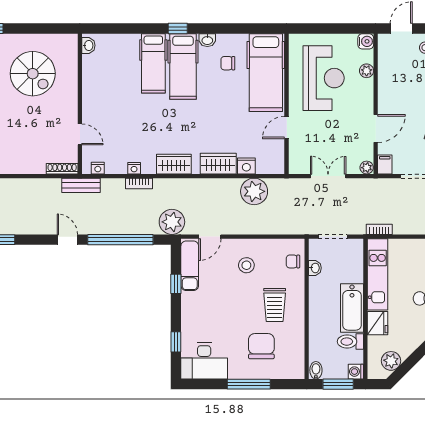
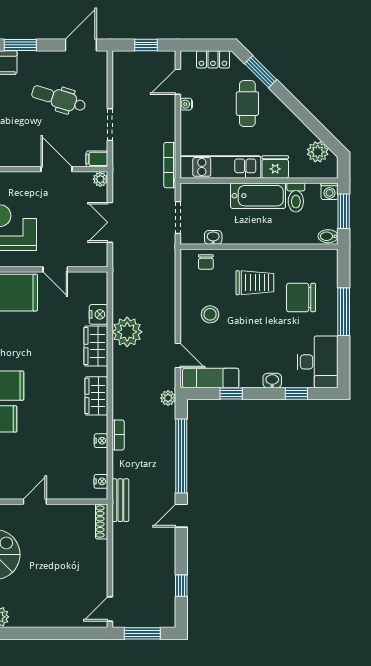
door: (80, 134) -> (35, 502), moved
plant: (254, 191) -> (127, 332), moved
plant: (172, 222) -> (168, 398), width x0.53, depth x0.53
bookcase: (379, 229) -> (170, 165), width x1.56
washbasin: (188, 320) -> (272, 380), added

